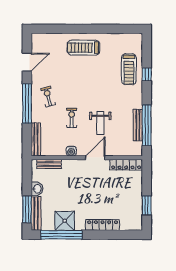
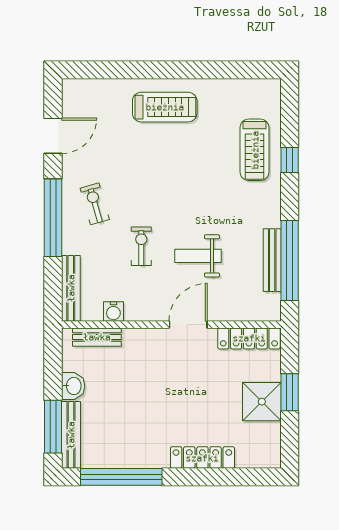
treadmill: (83, 48) -> (165, 107), turned 180
weight bench: (100, 123) -> (198, 256), turned 90
water cooler: (71, 151) -> (113, 311), moved
window: (147, 205) -> (290, 392), moved
shower: (65, 221) -> (262, 402), moved

